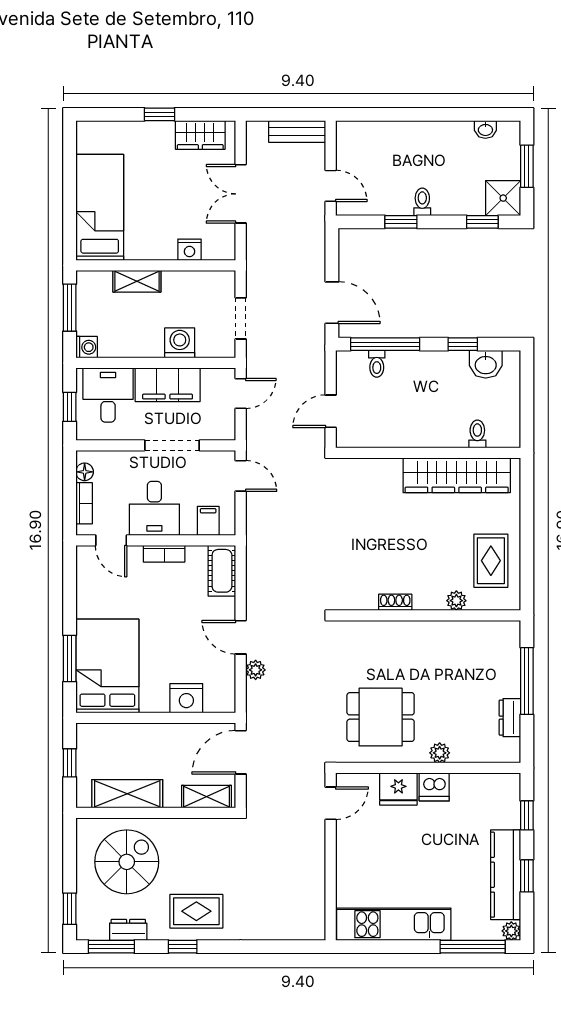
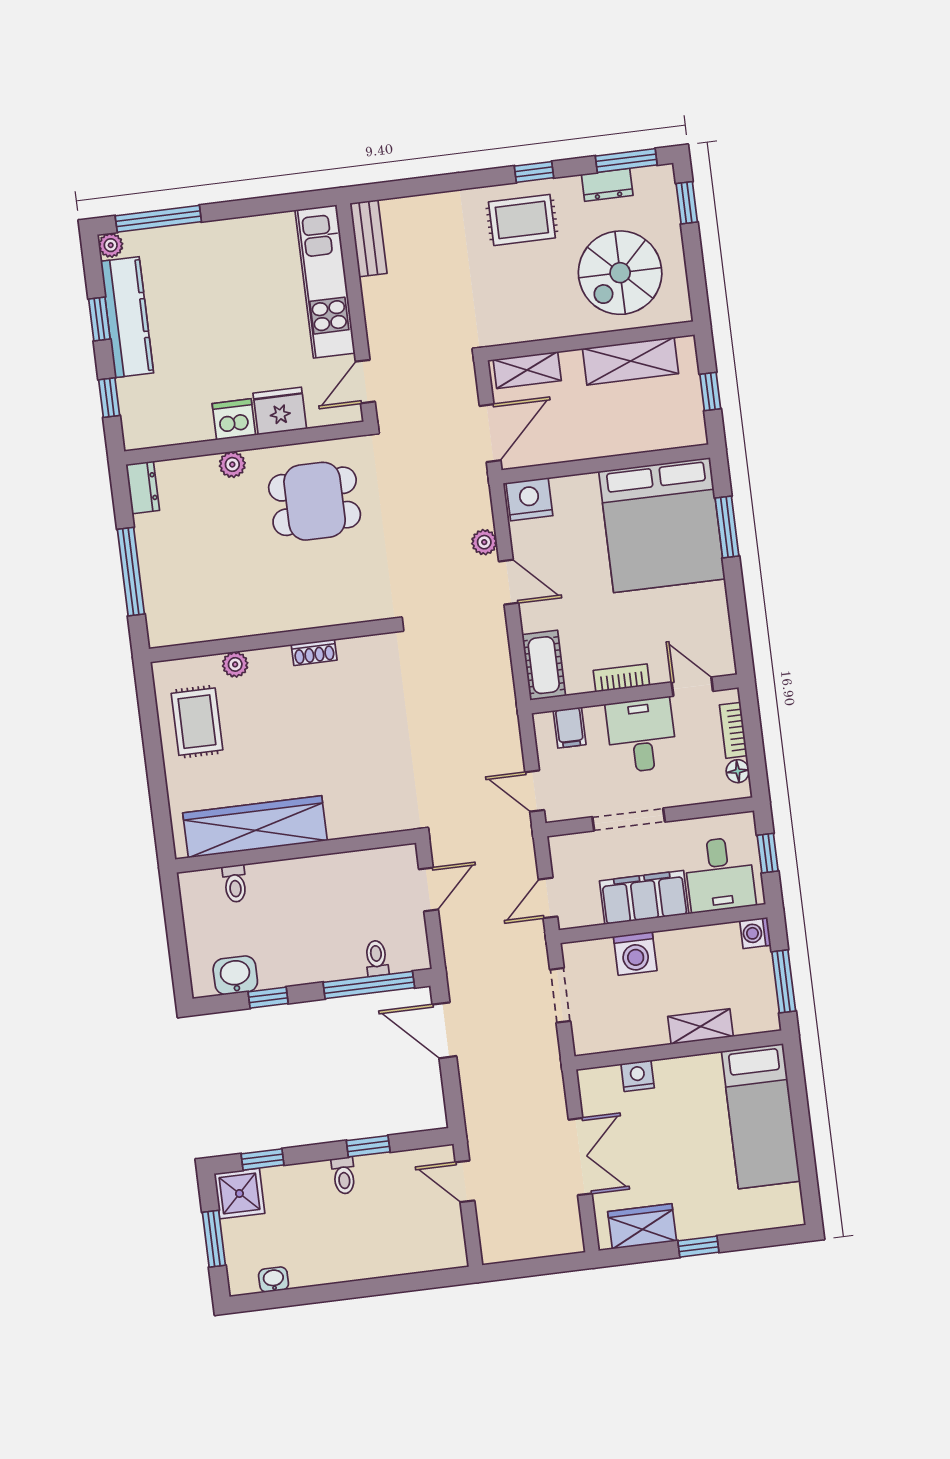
bench: (297, 131) -> (368, 238), moved, turned 90
bed: (107, 666) -> (662, 525), width x1.36
nightstand: (186, 698) -> (529, 499), moved
dresser: (510, 718) -> (143, 487), moved
kitchen unit: (394, 924) -> (325, 281), moved, turned 90

